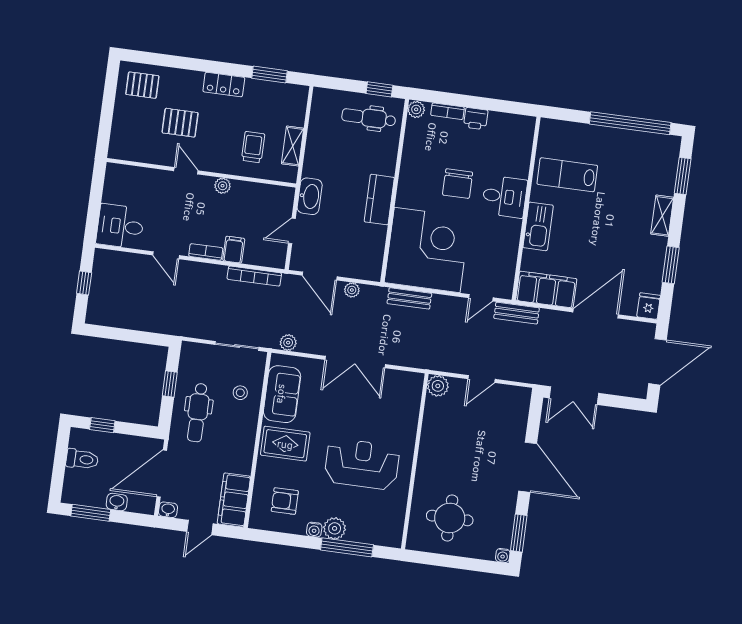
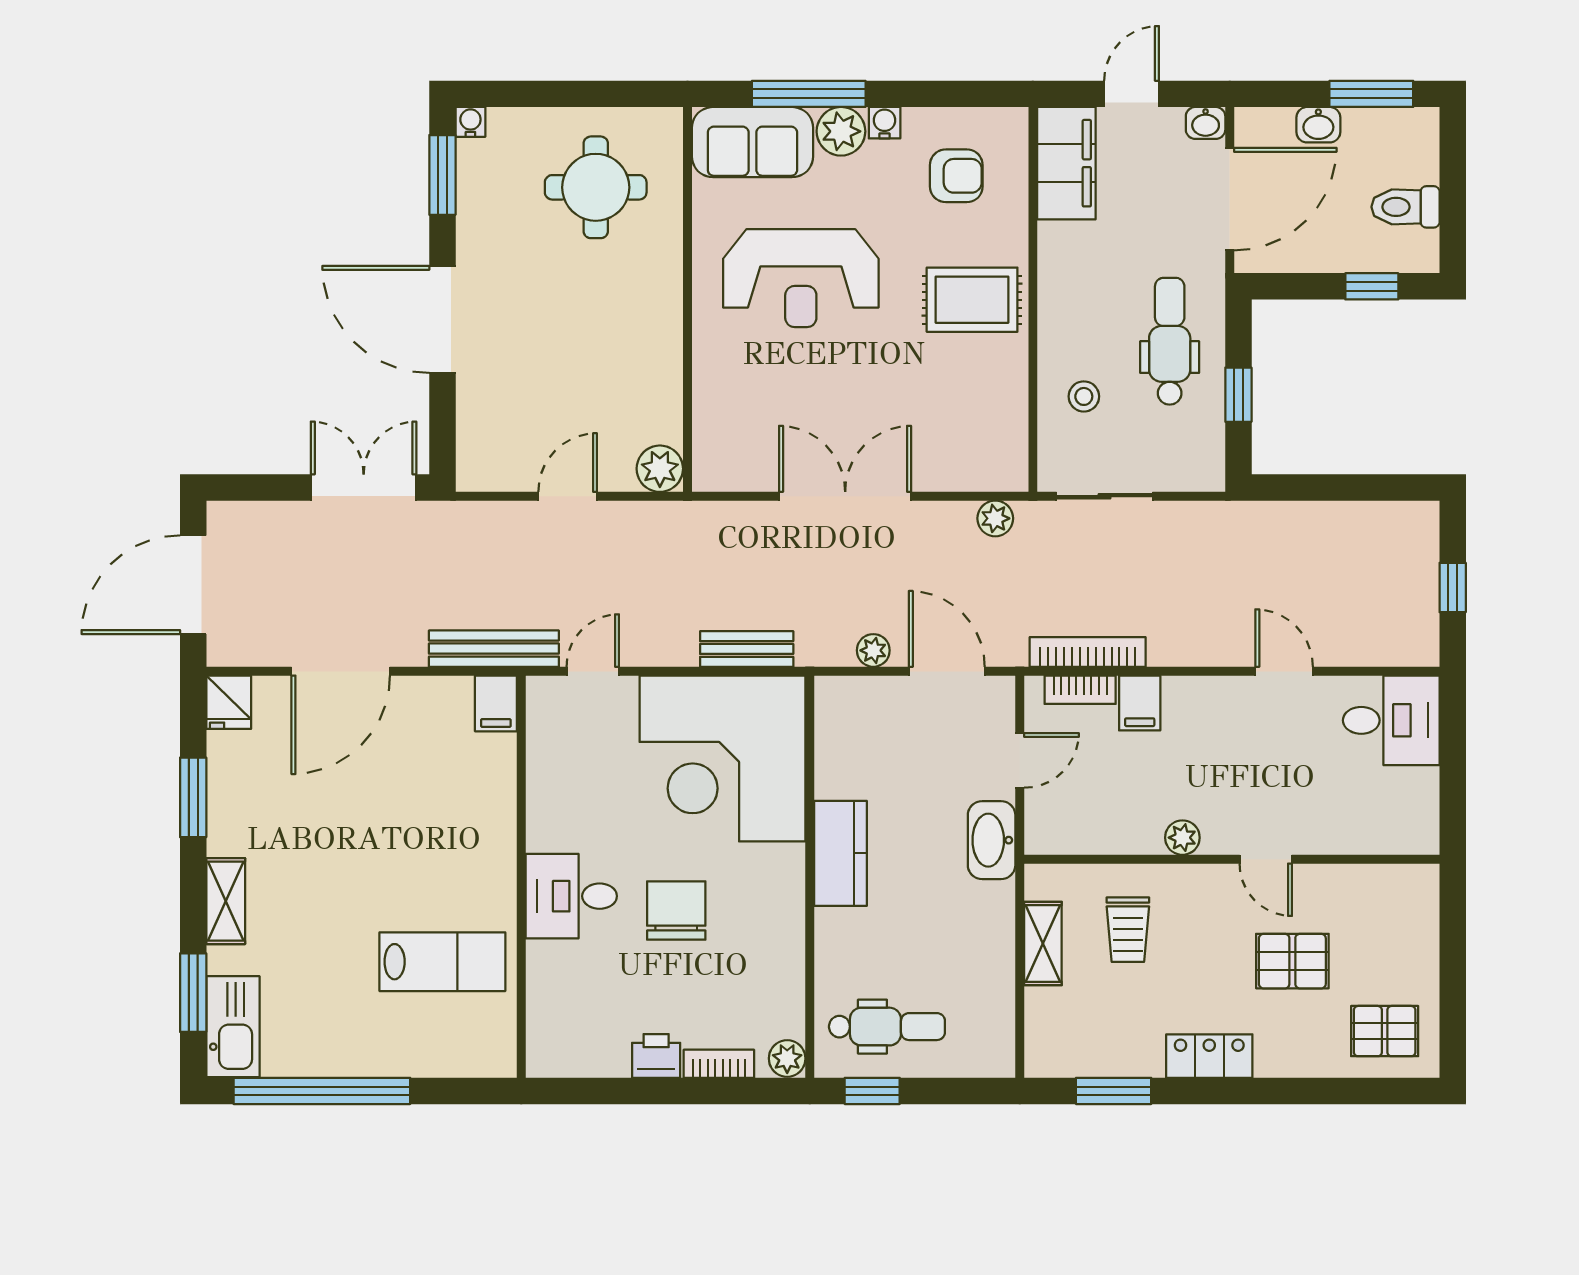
kitchen sink: (538, 226) -> (233, 1027), moved, turned 180
bookcase: (206, 252) -> (1080, 690), moved
filing cabinet: (546, 290) -> (496, 703), width x0.33, depth x0.86
bench: (517, 313) -> (494, 649), width x1.36
sofa: (282, 394) -> (752, 142), moved, turned -90

